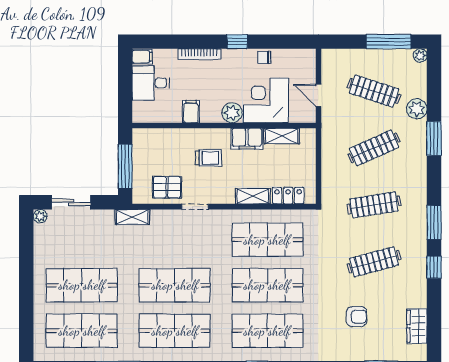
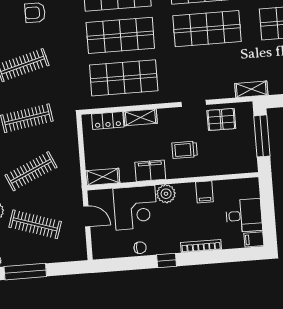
shelving: (282, 136) -> (103, 177), moved

